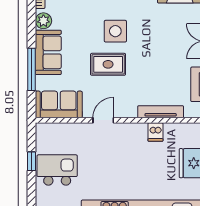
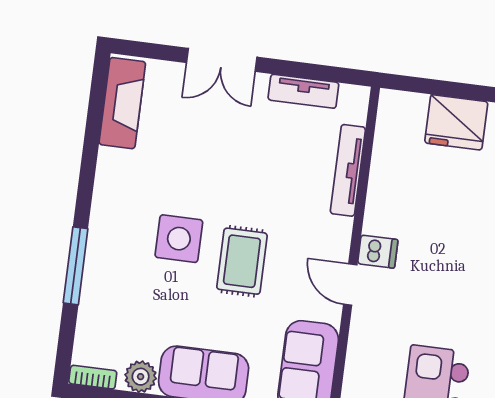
dishwasher: (155, 132) -> (378, 252), moved

